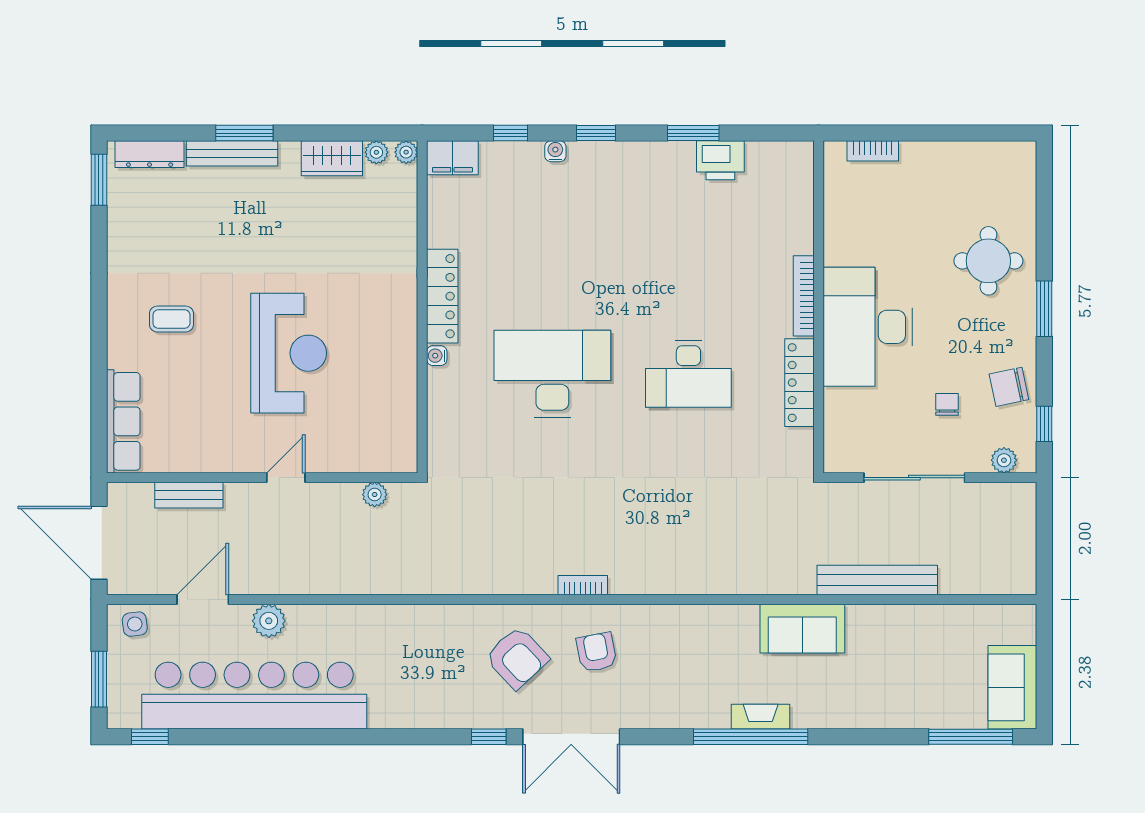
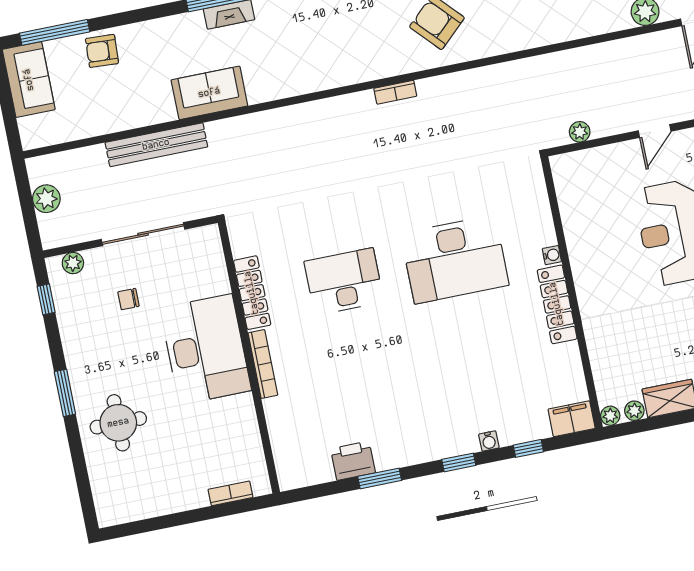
chair: (1009, 387) -> (81, 324), removed
chair: (947, 404) -> (128, 299), turned 90
plant: (1020, 542) -> (46, 199), added
armchair: (597, 652) -> (102, 51), moved, turned 104

